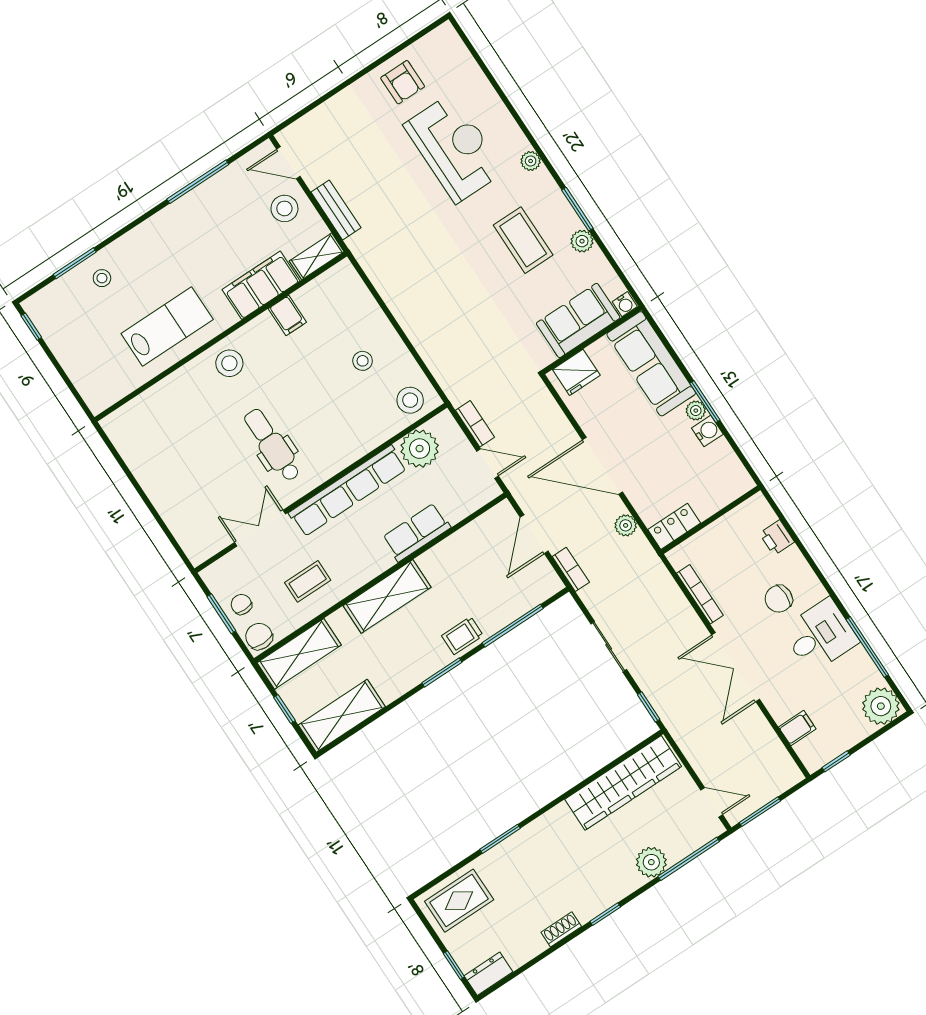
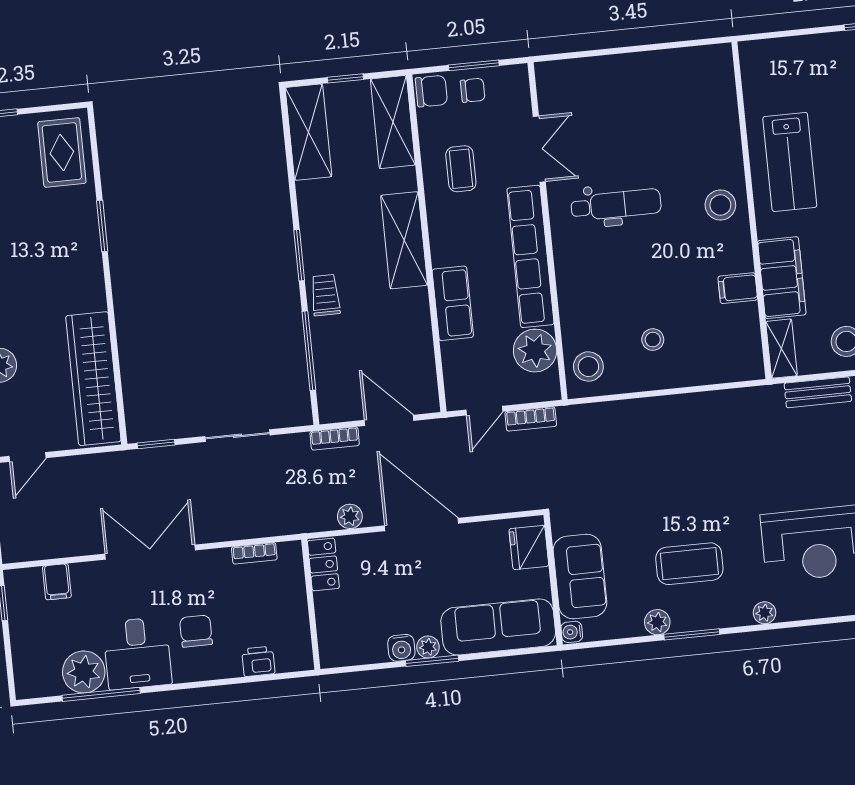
door: (602, 466) -> (422, 524), hinge flipped
bookcase: (700, 594) -> (254, 553), width x0.64
plant: (881, 706) -> (84, 672), moved

